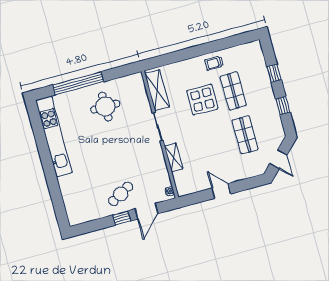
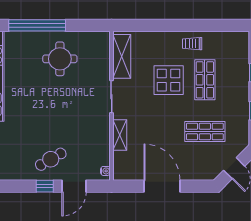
shop shelf: (245, 135) -> (205, 132), turned 90
door: (221, 191) -> (162, 186), width x1.88

